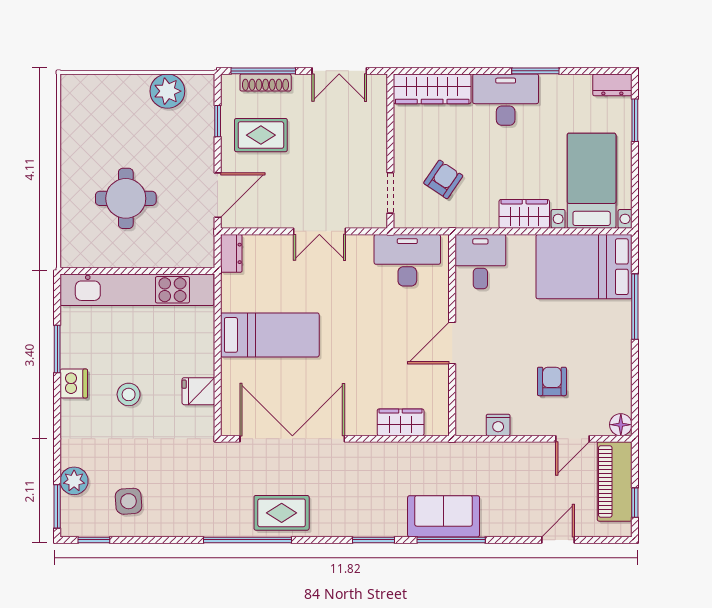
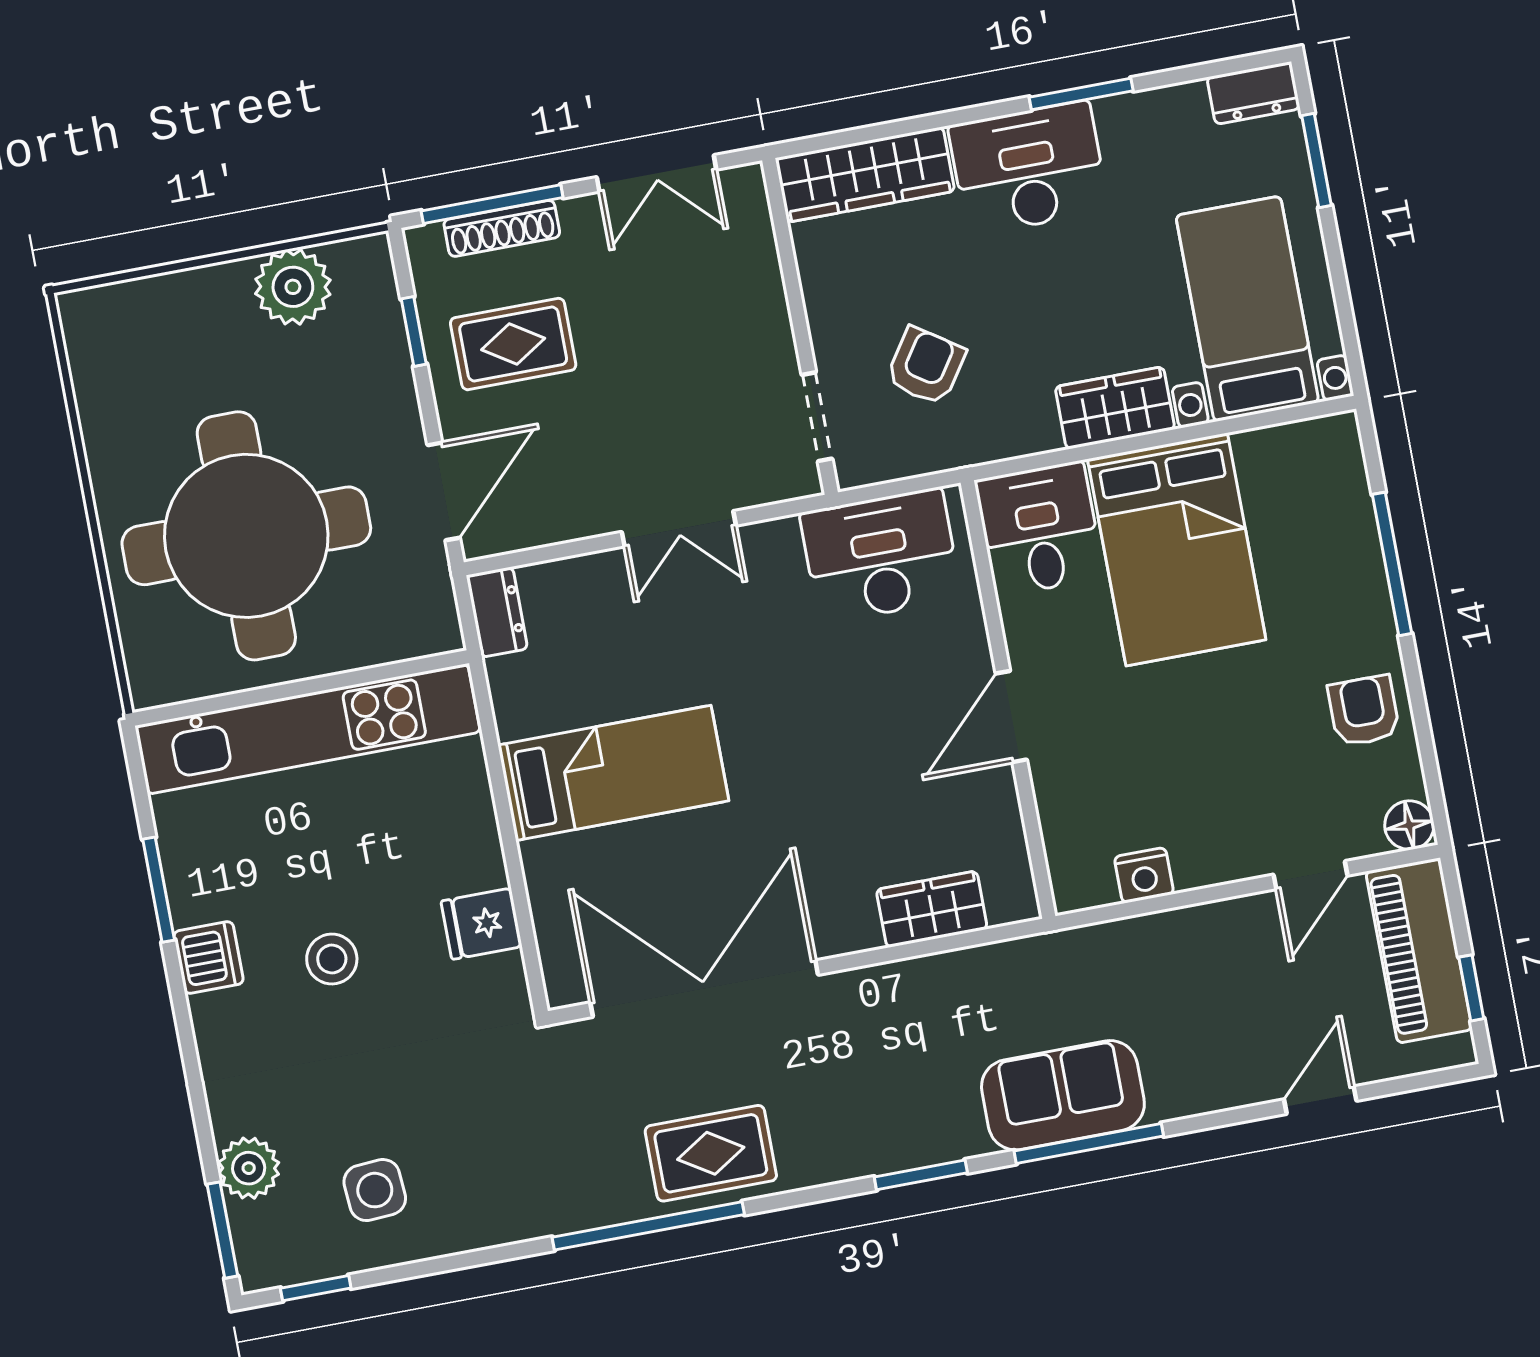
round table: (126, 198) -> (246, 536), width x1.86, depth x1.86
bed: (584, 267) -> (1177, 549), moved, turned -90
armchair: (552, 381) -> (1364, 711), moved

